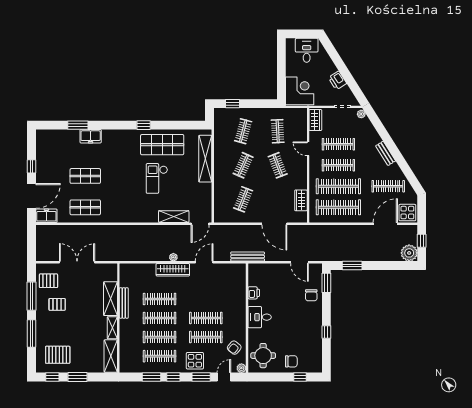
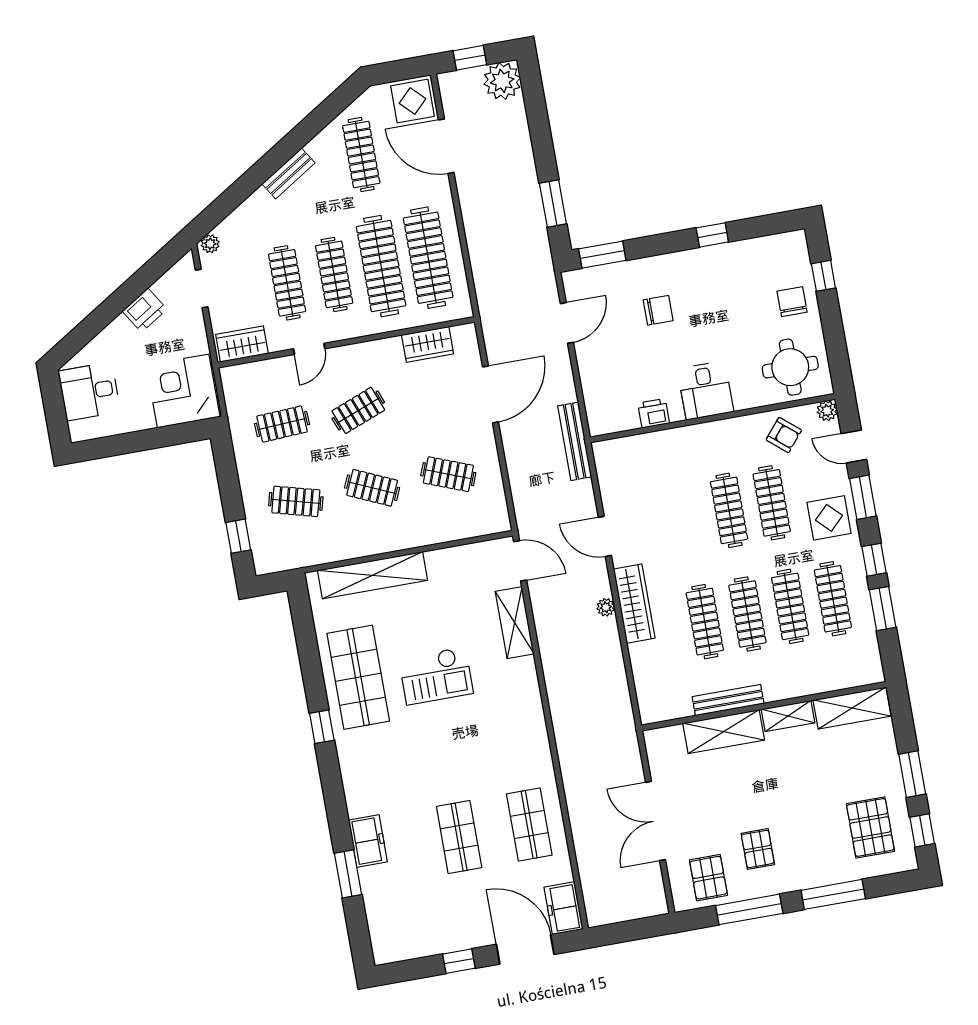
chair: (311, 295) -> (658, 310), moved

